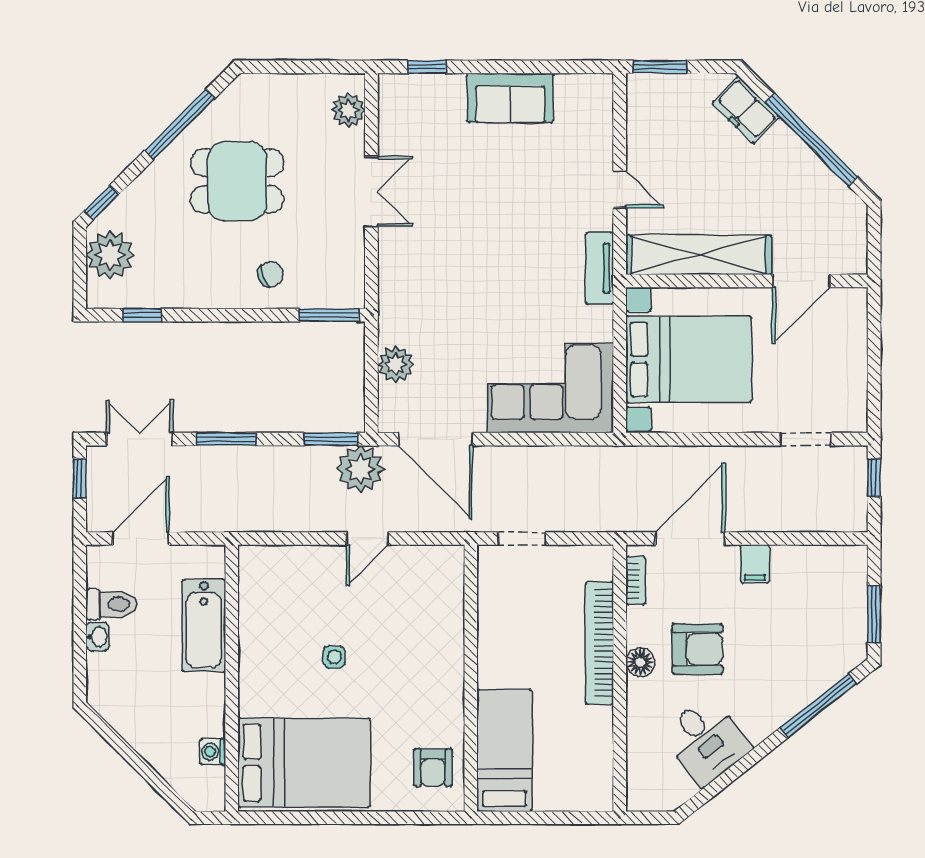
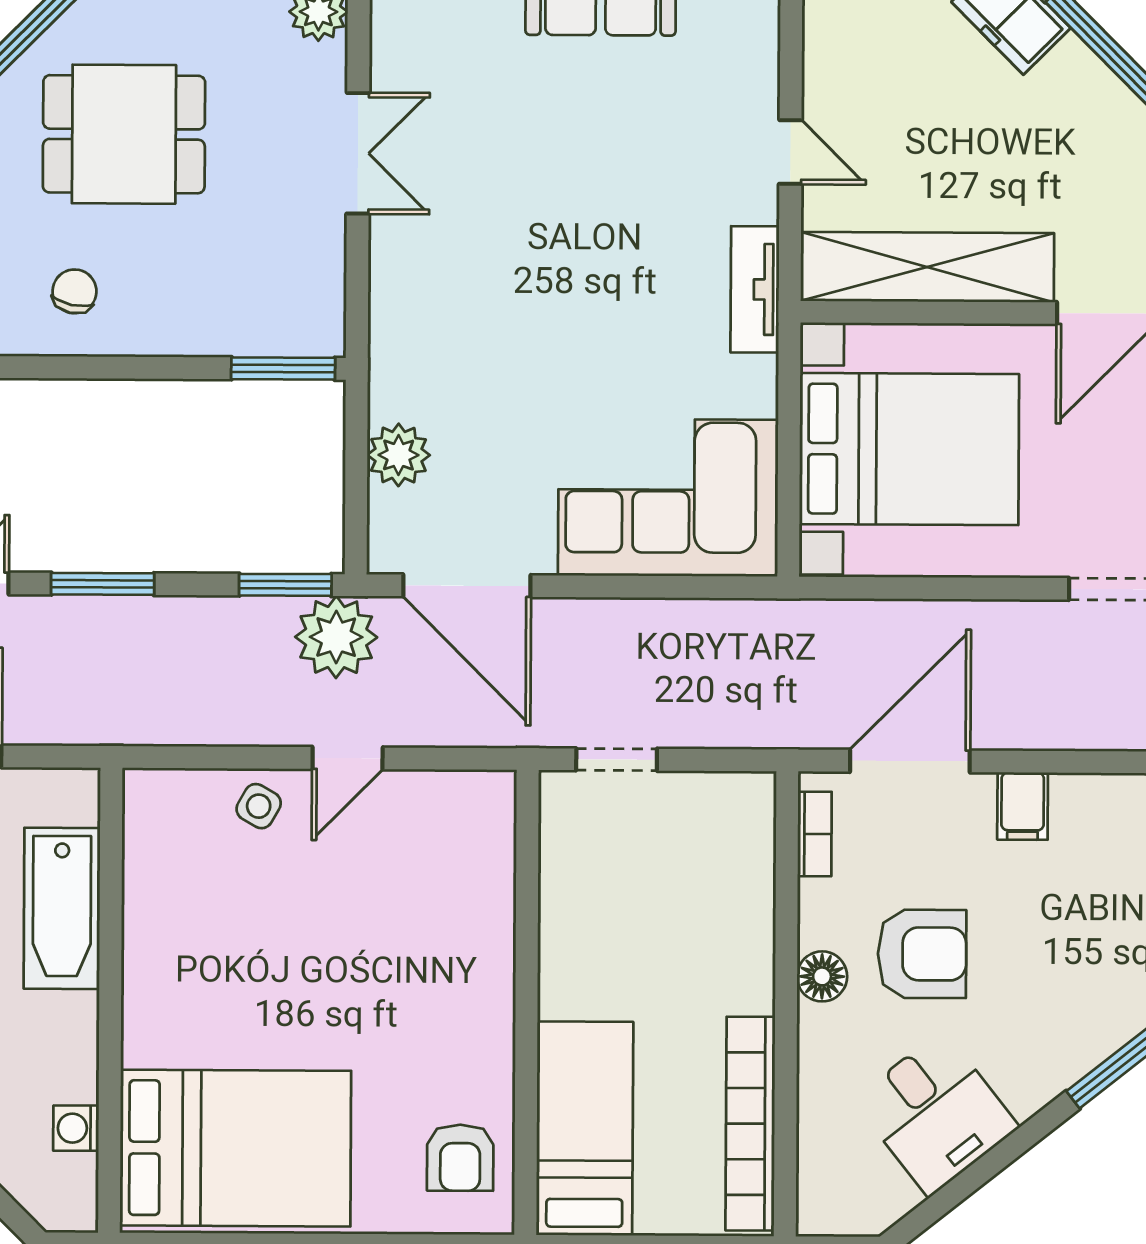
chair: (270, 274) -> (74, 291), moved, turned -59
bookcase: (600, 643) -> (750, 1124), moved
side table: (334, 657) -> (259, 806), moved, turned 30

